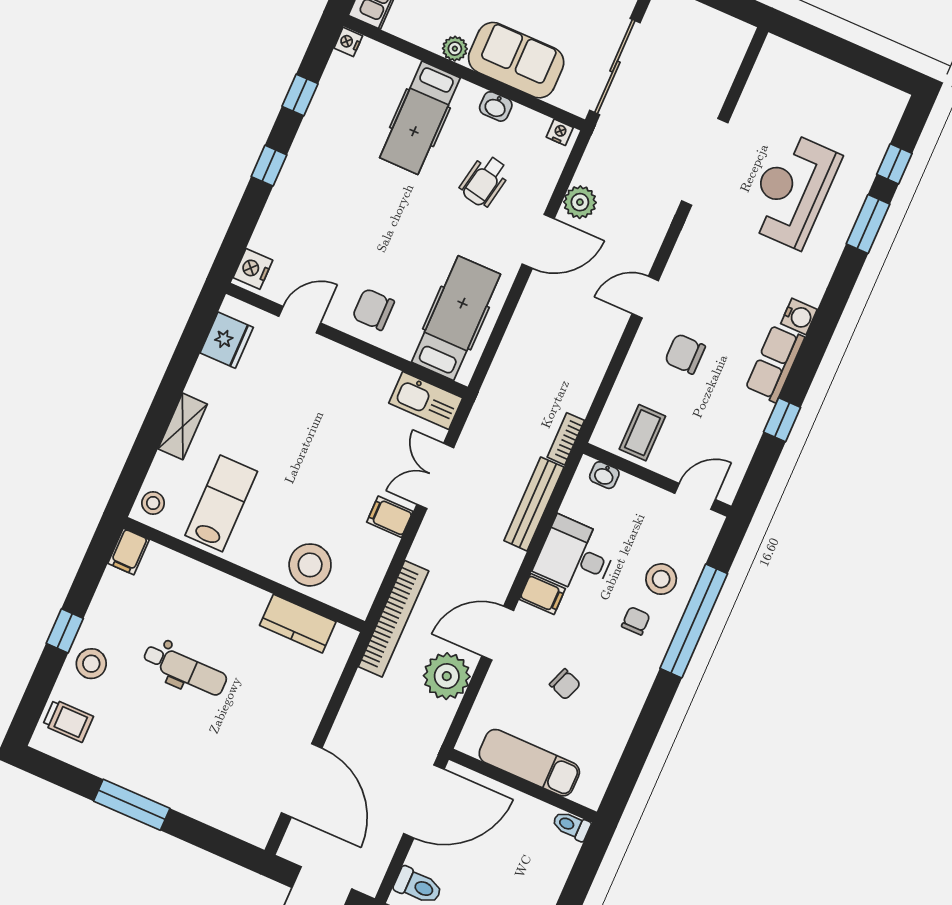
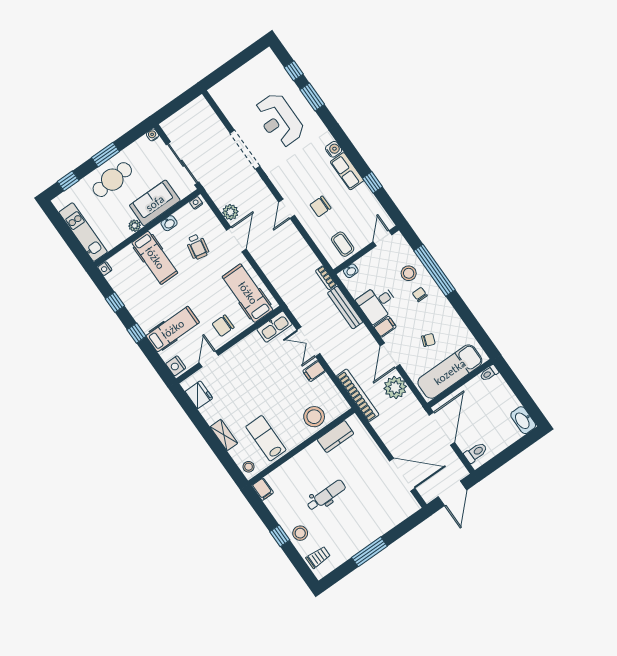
hospital bed: (314, 225) -> (173, 329), added
exam couch: (529, 763) -> (450, 372), width x1.36, depth x1.45

